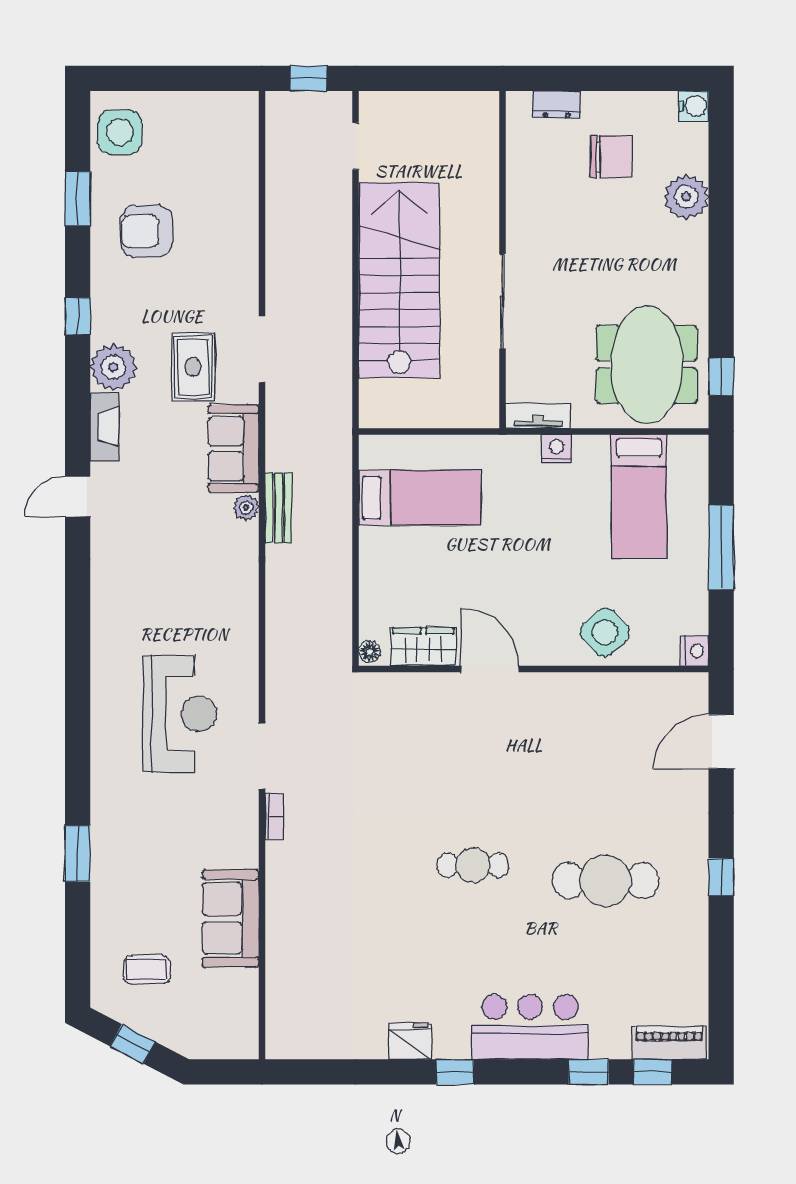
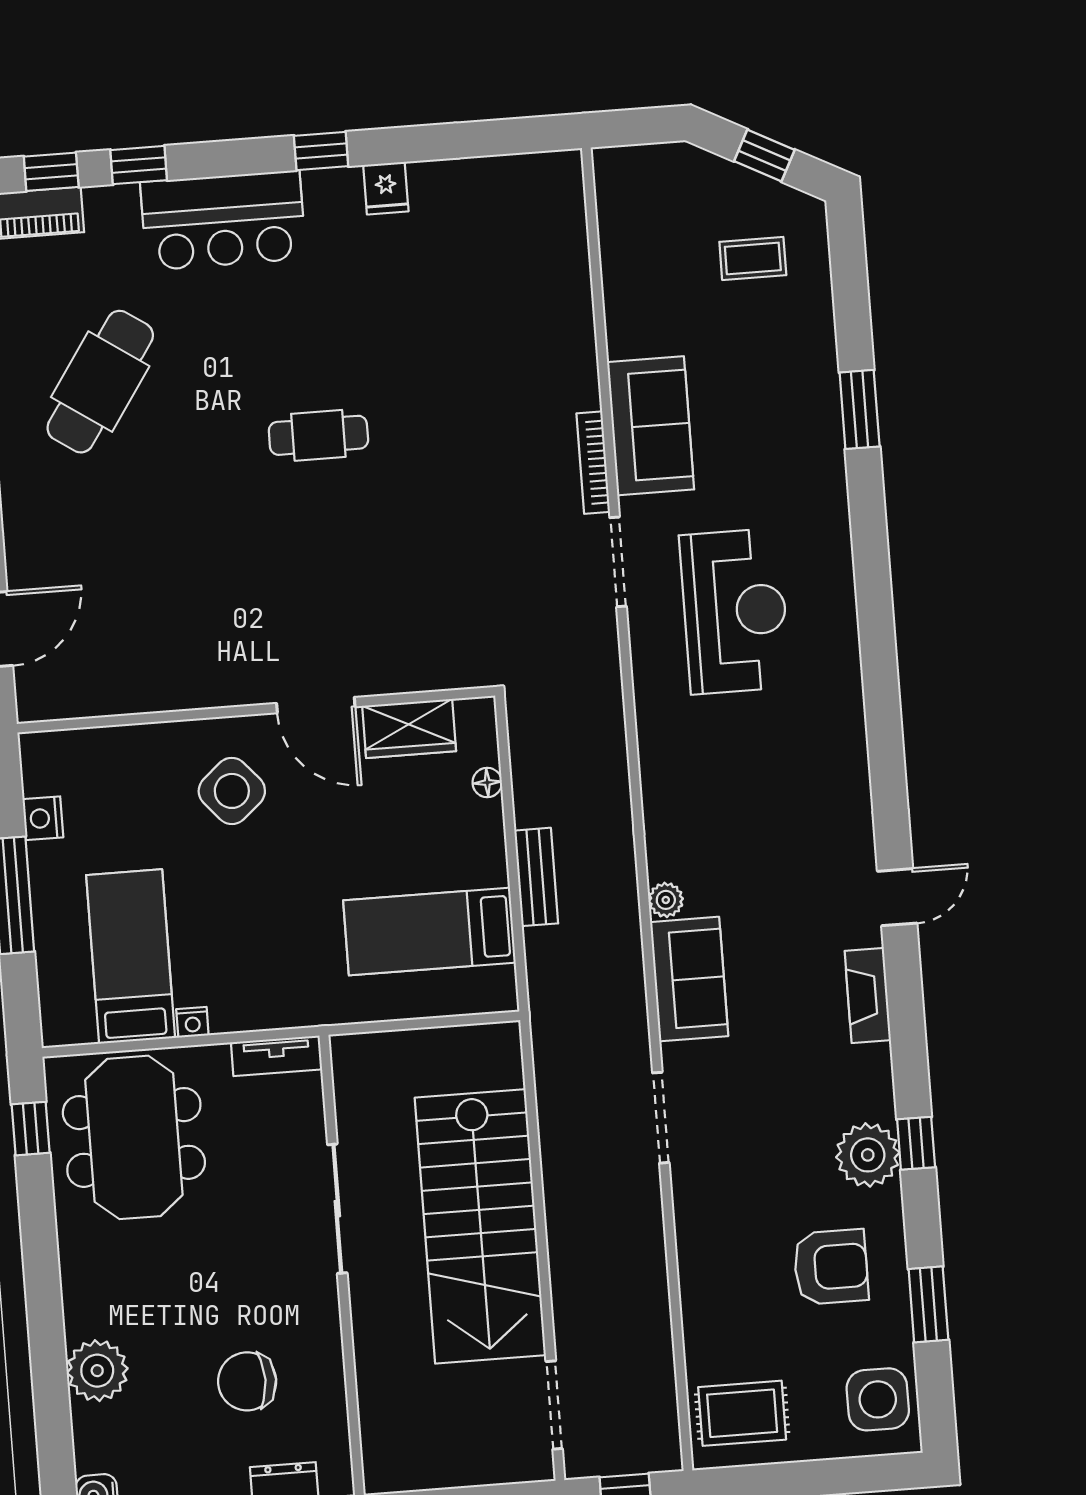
doorway: (356, 146) -> (554, 1405), width x1.38
chair: (611, 157) -> (247, 1381), moved
plant: (113, 367) -> (868, 1155), moved
rug: (193, 367) -> (742, 1413), moved, turned 90
nightstand: (557, 449) -> (192, 1022), moved, width x0.72, depth x0.74
bench: (278, 508) -> (536, 877), moved
side table: (605, 632) -> (232, 791), moved
nightstand: (695, 651) -> (43, 818), moved
floor lamp: (369, 652) -> (487, 783), moved
reception desk: (180, 714) -> (735, 611), turned 180
bookcase: (274, 817) -> (593, 463), width x1.56
cafe table: (606, 880) -> (100, 382), moved, turned -56
sofa: (231, 918) -> (651, 426), moved
fridge: (410, 1041) -> (386, 188), width x0.72

